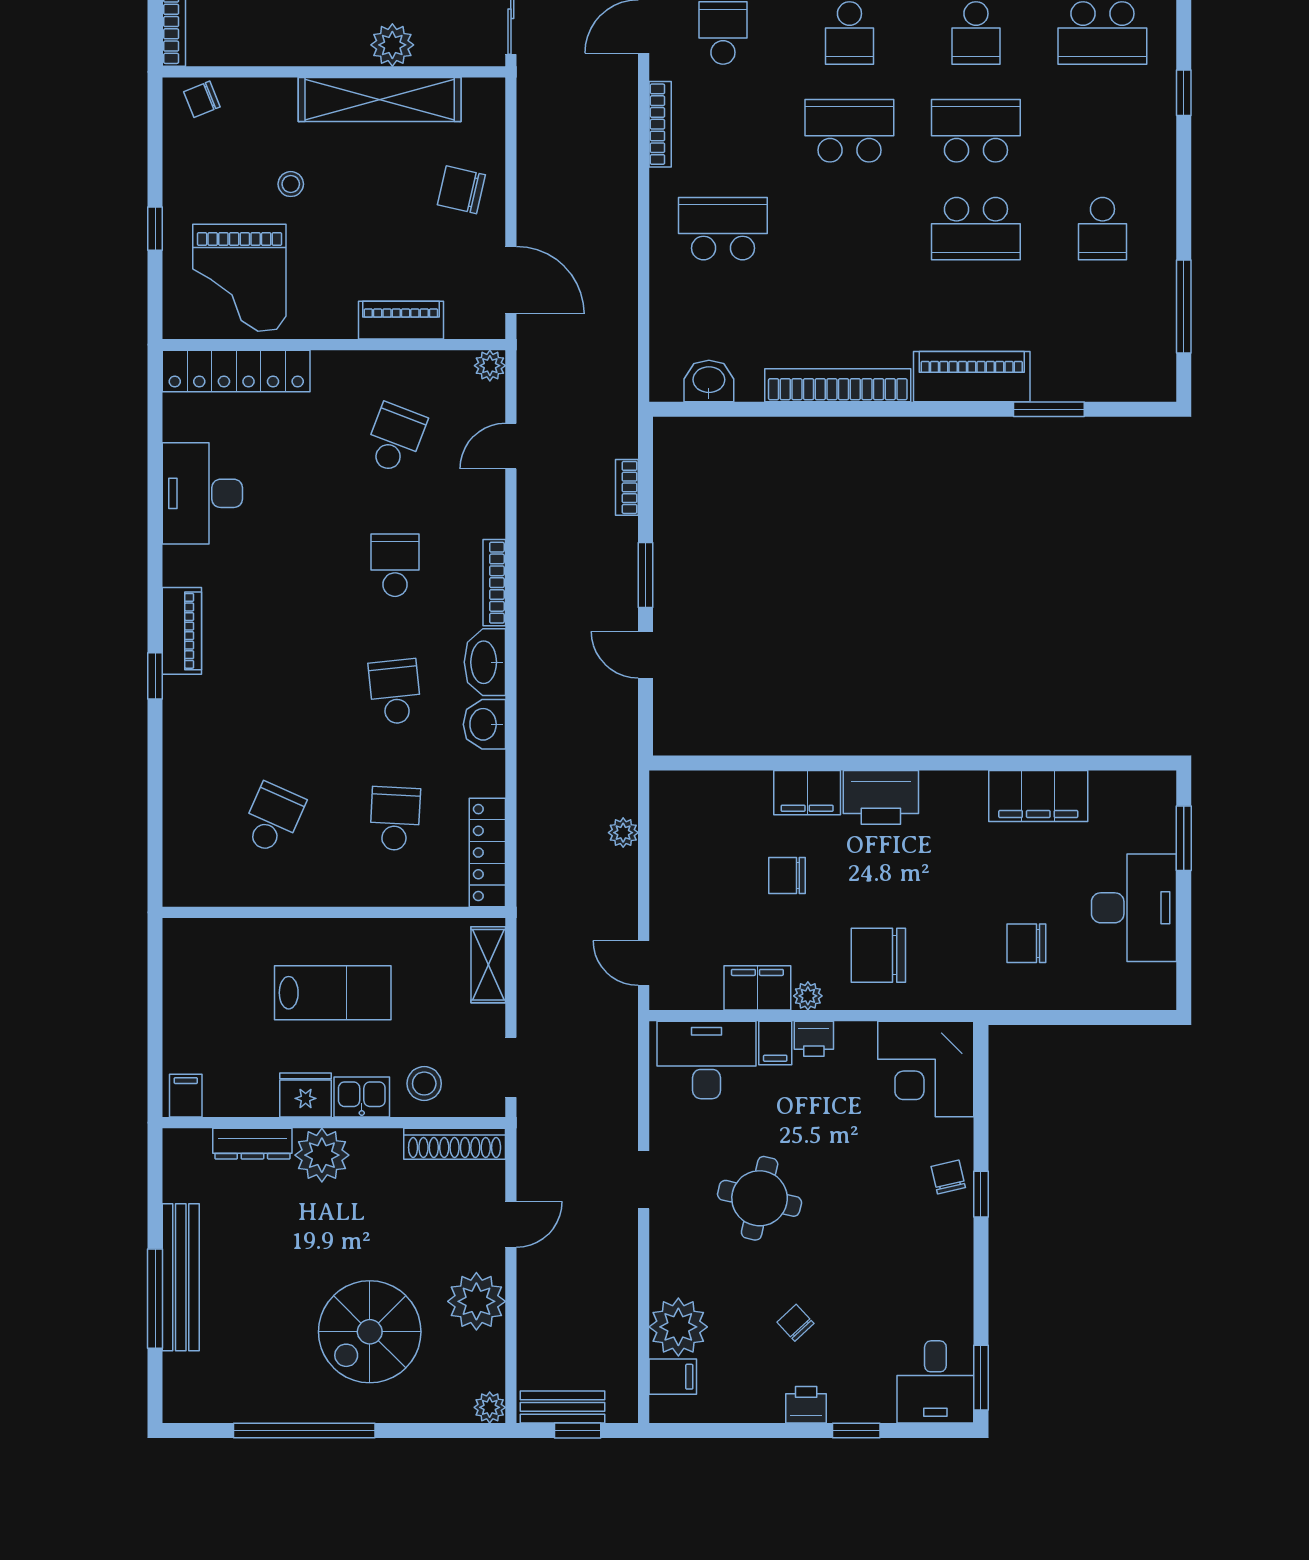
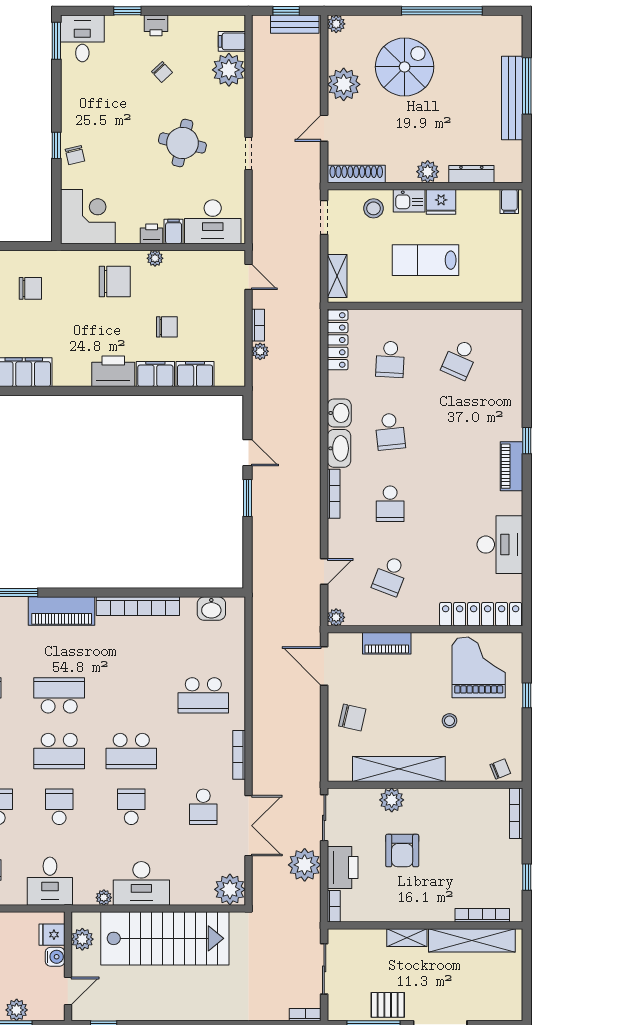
bookcase: (627, 487) -> (258, 325), moved
filing cabinet: (757, 988) -> (195, 374), moved, turned 180
plant: (322, 1155) -> (428, 172), width x0.73, depth x0.73

